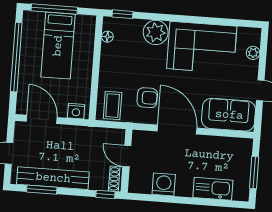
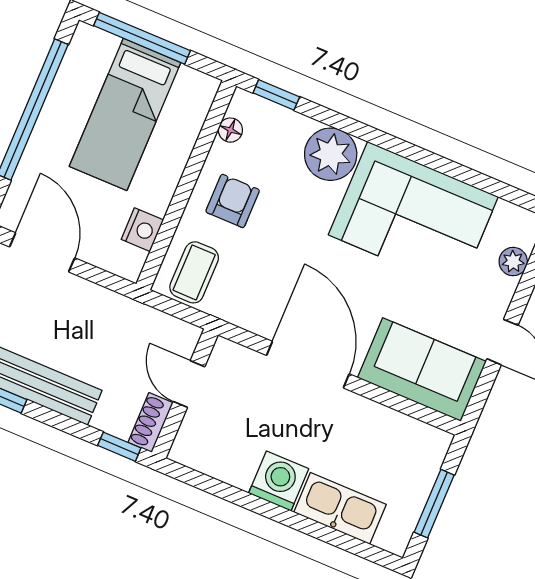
armchair: (147, 98) -> (233, 201), moved, turned -90
nightstand: (76, 111) -> (142, 230), moved, turned -90
washing machine: (164, 184) -> (279, 481), moved

